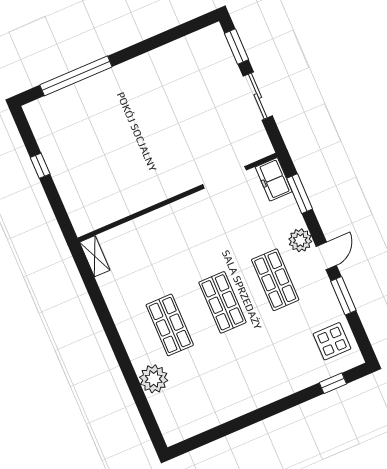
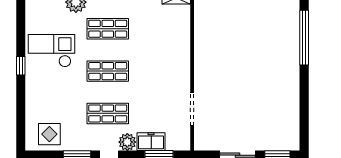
freezer: (274, 179) -> (151, 142), moved
checkout: (227, 383) -> (51, 51), added
window: (333, 383) -> (21, 66), moved

